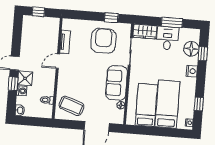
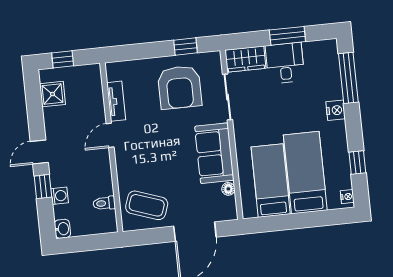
armchair: (103, 41) -> (179, 87), turned 180
floor lamp: (191, 49) -> (328, 73), removed
window: (203, 54) -> (348, 78), width x2.17
shower: (25, 78) -> (53, 94), moved

